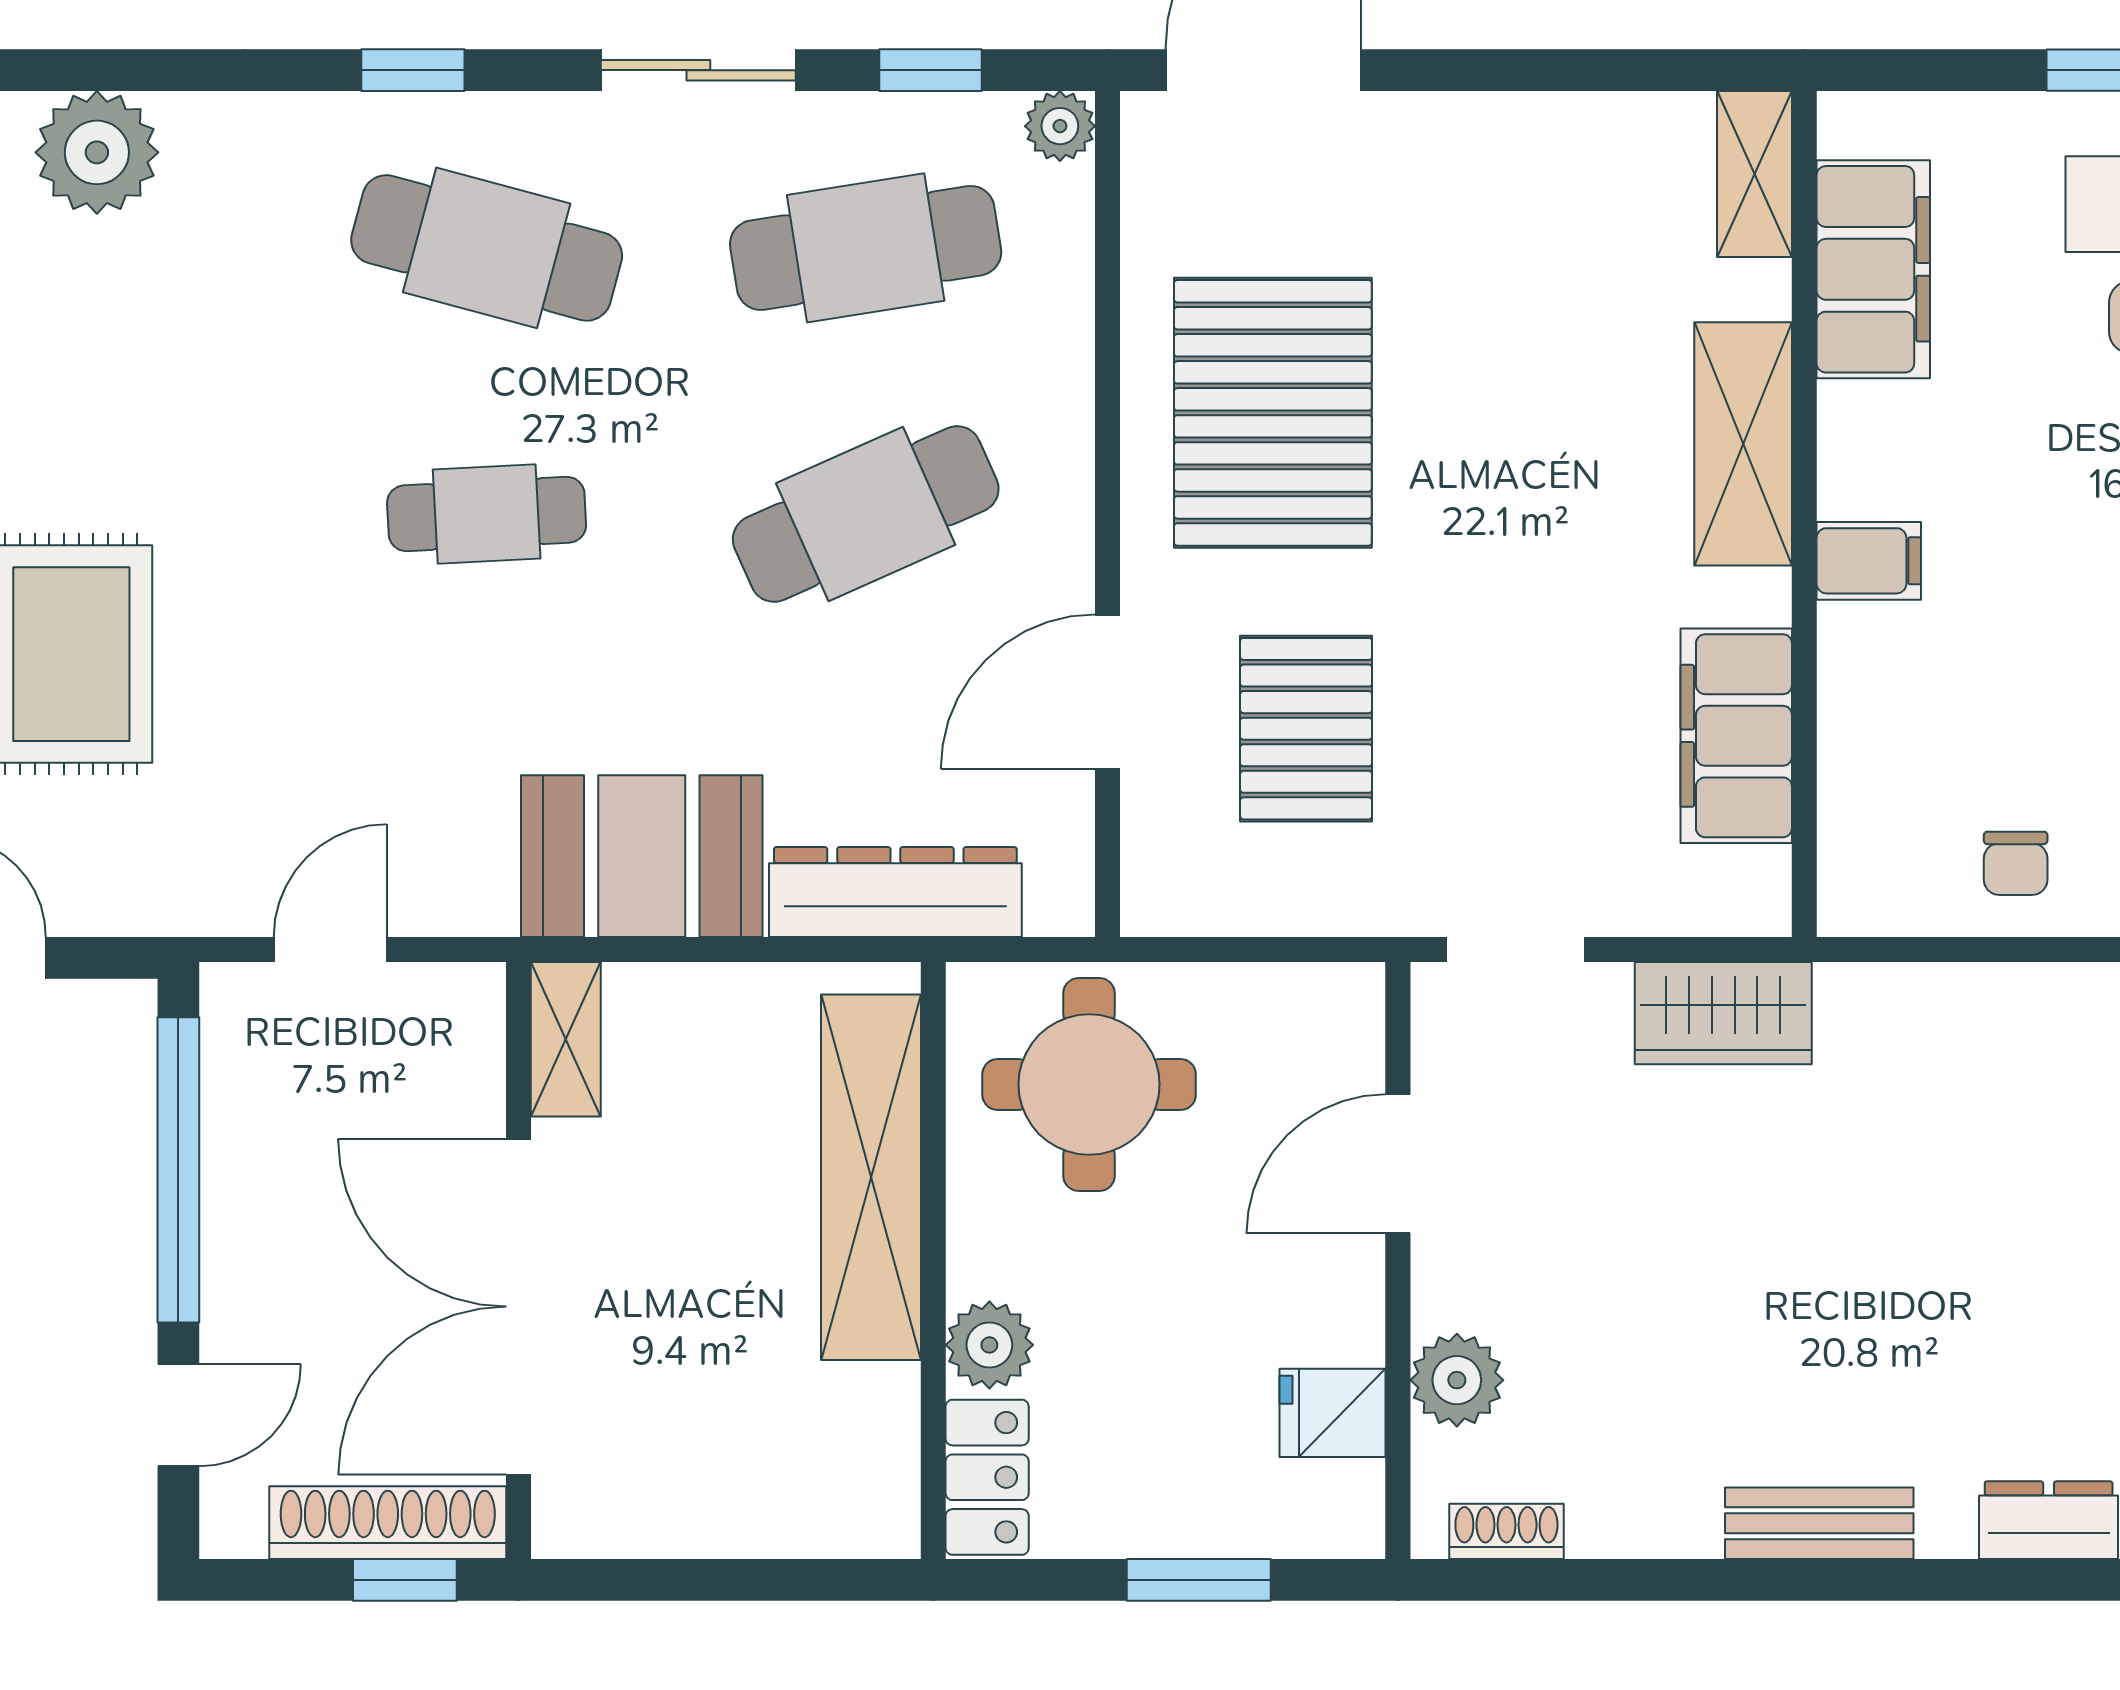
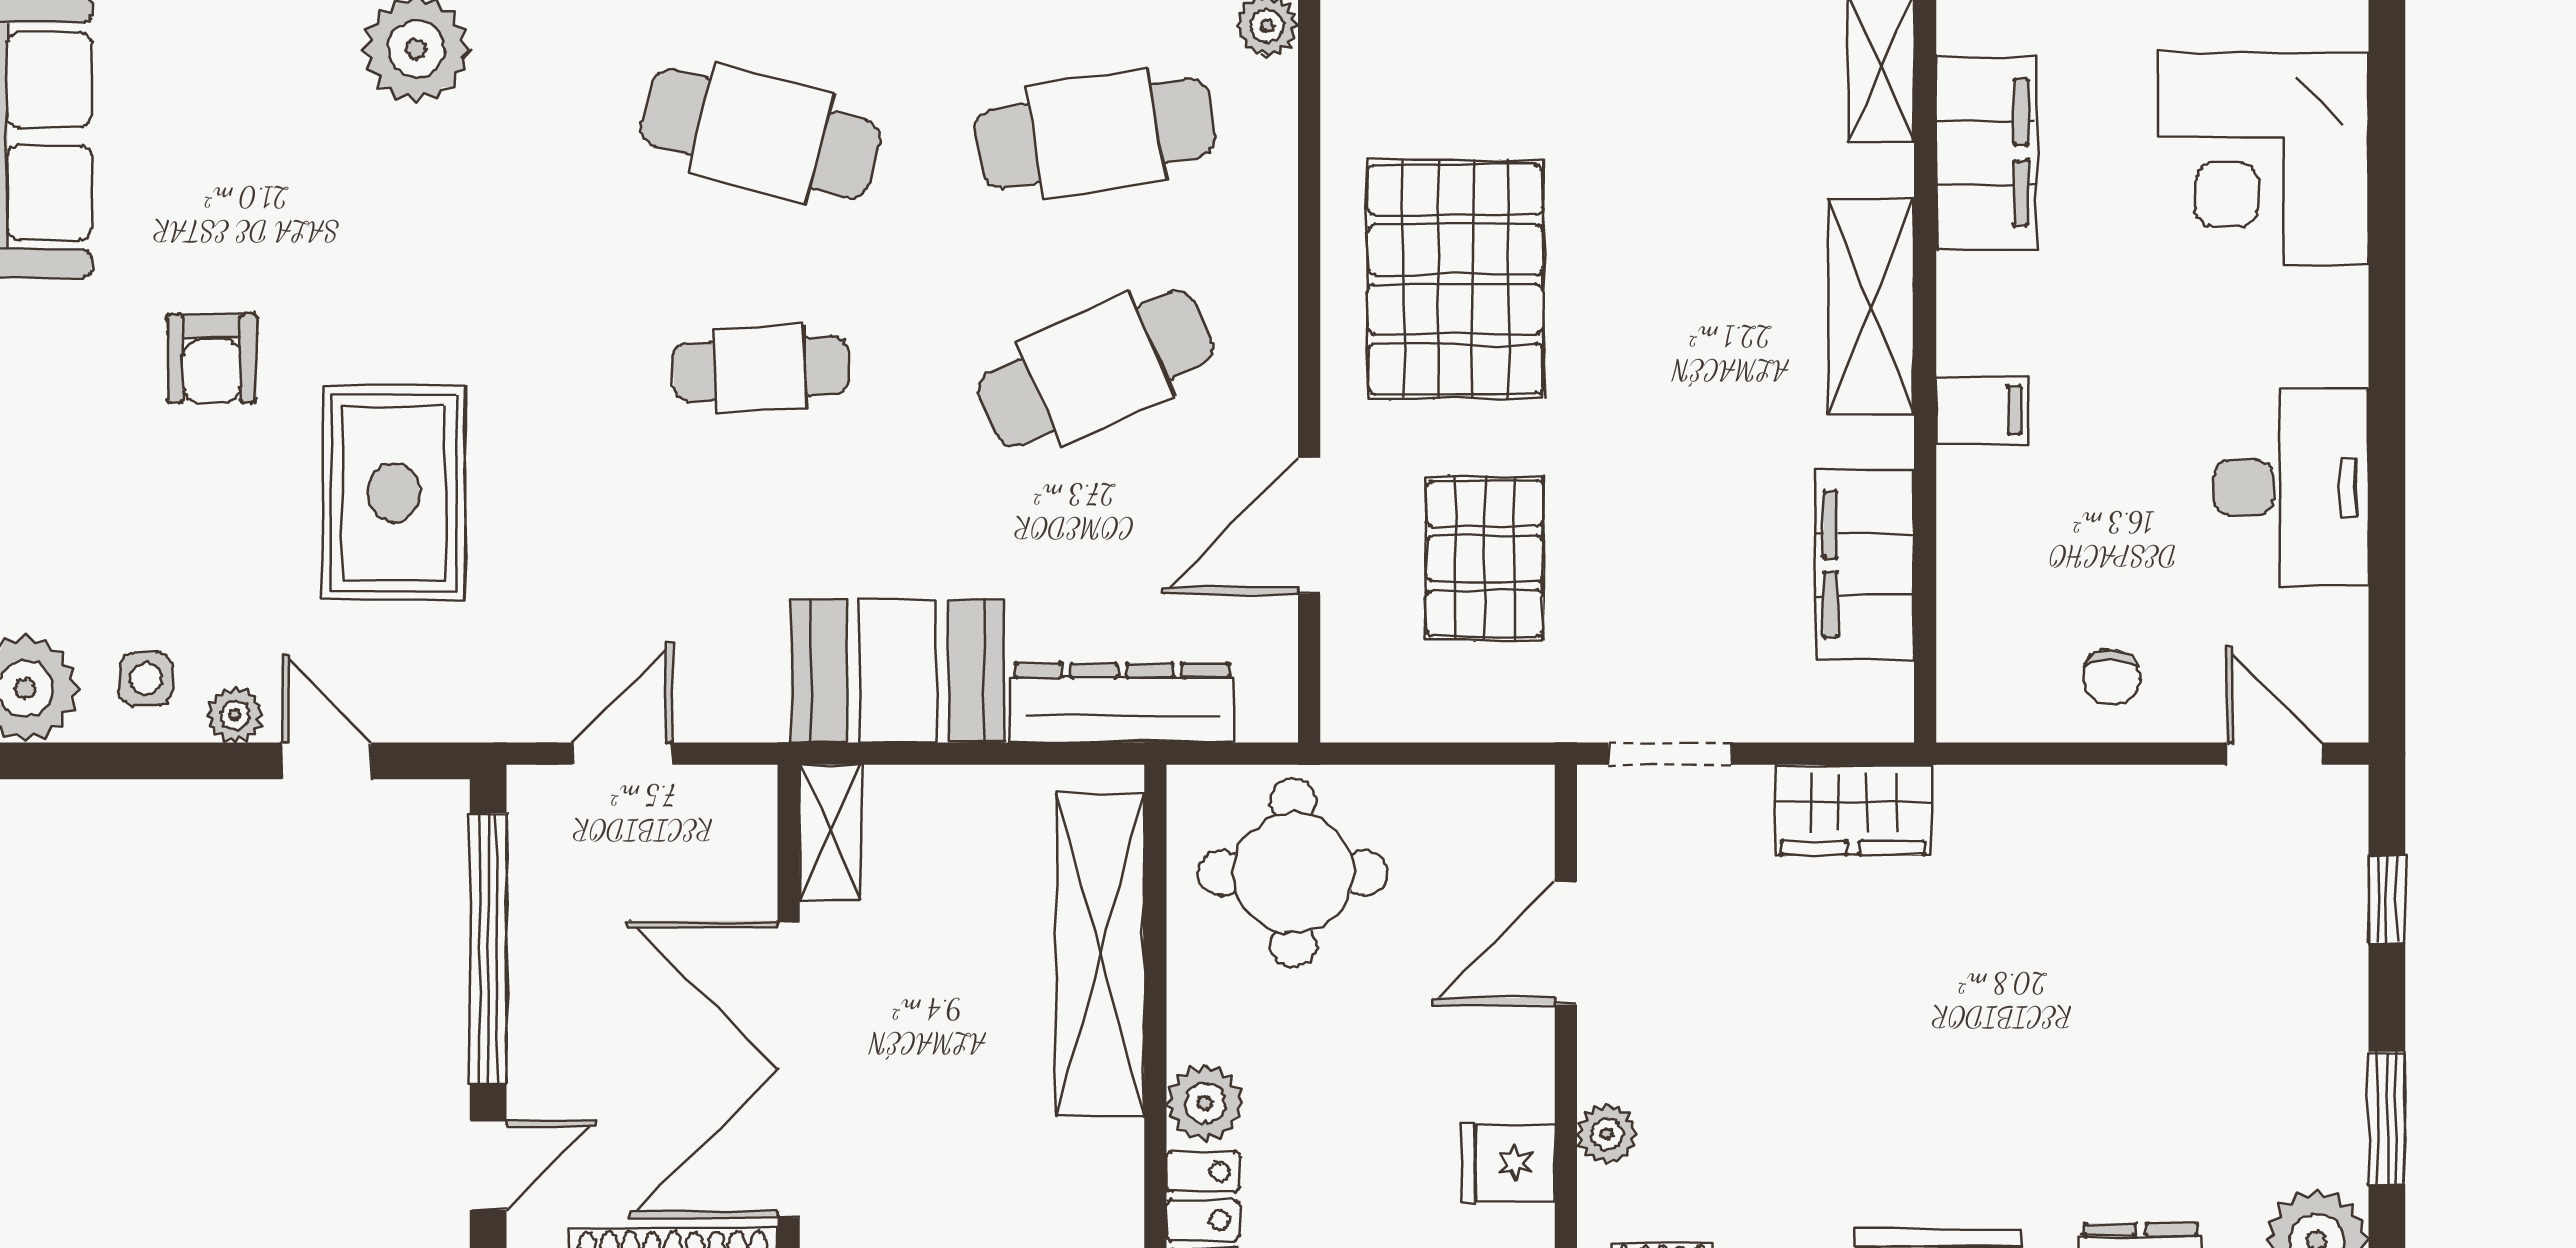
plant: (1457, 1380) -> (1607, 1134), width x0.73, depth x0.73

